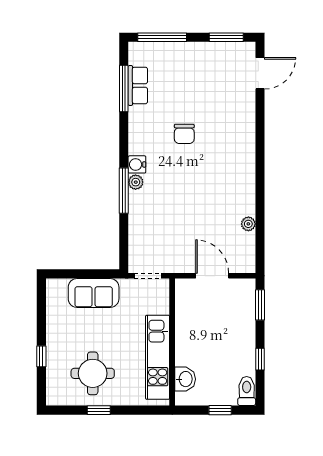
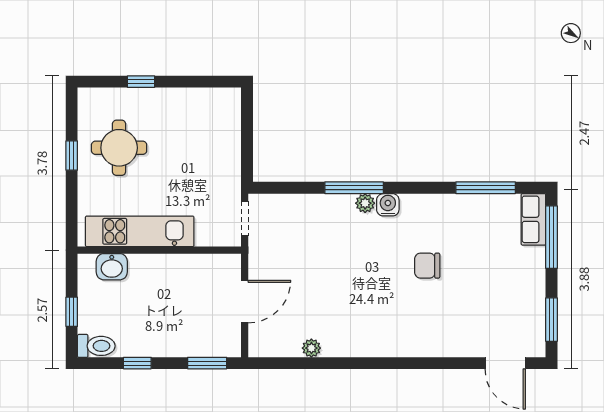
row of seats: (138, 85) -> (533, 219), moved, turned 90
sofa: (94, 293) -> (222, 149), removed

